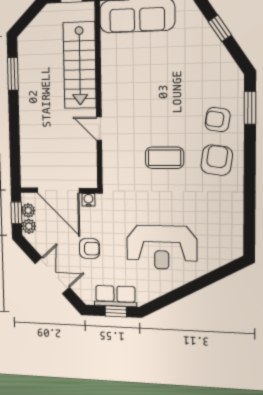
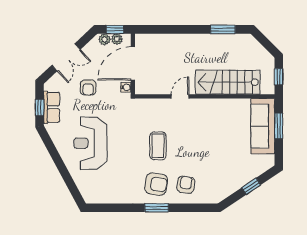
window: (250, 108) -> (157, 208), moved

